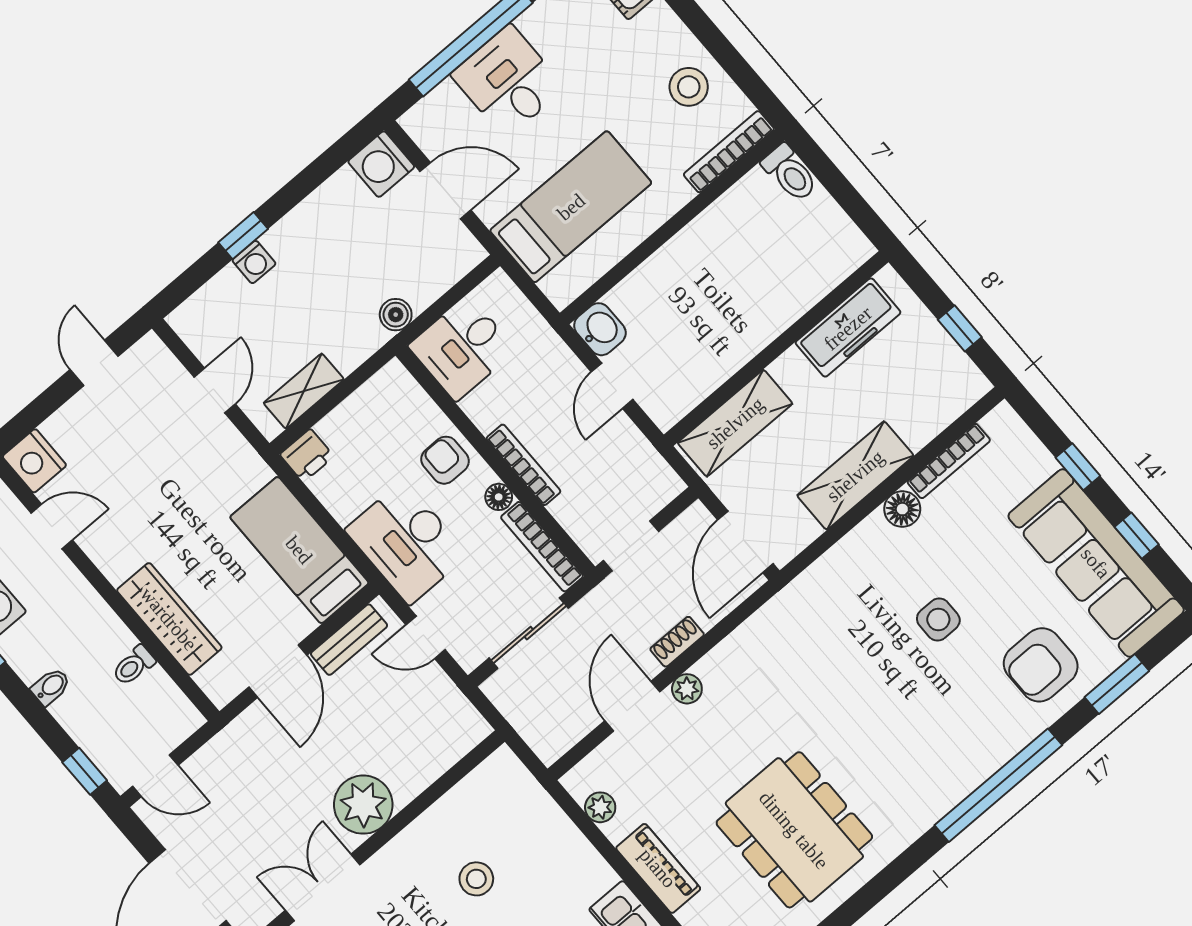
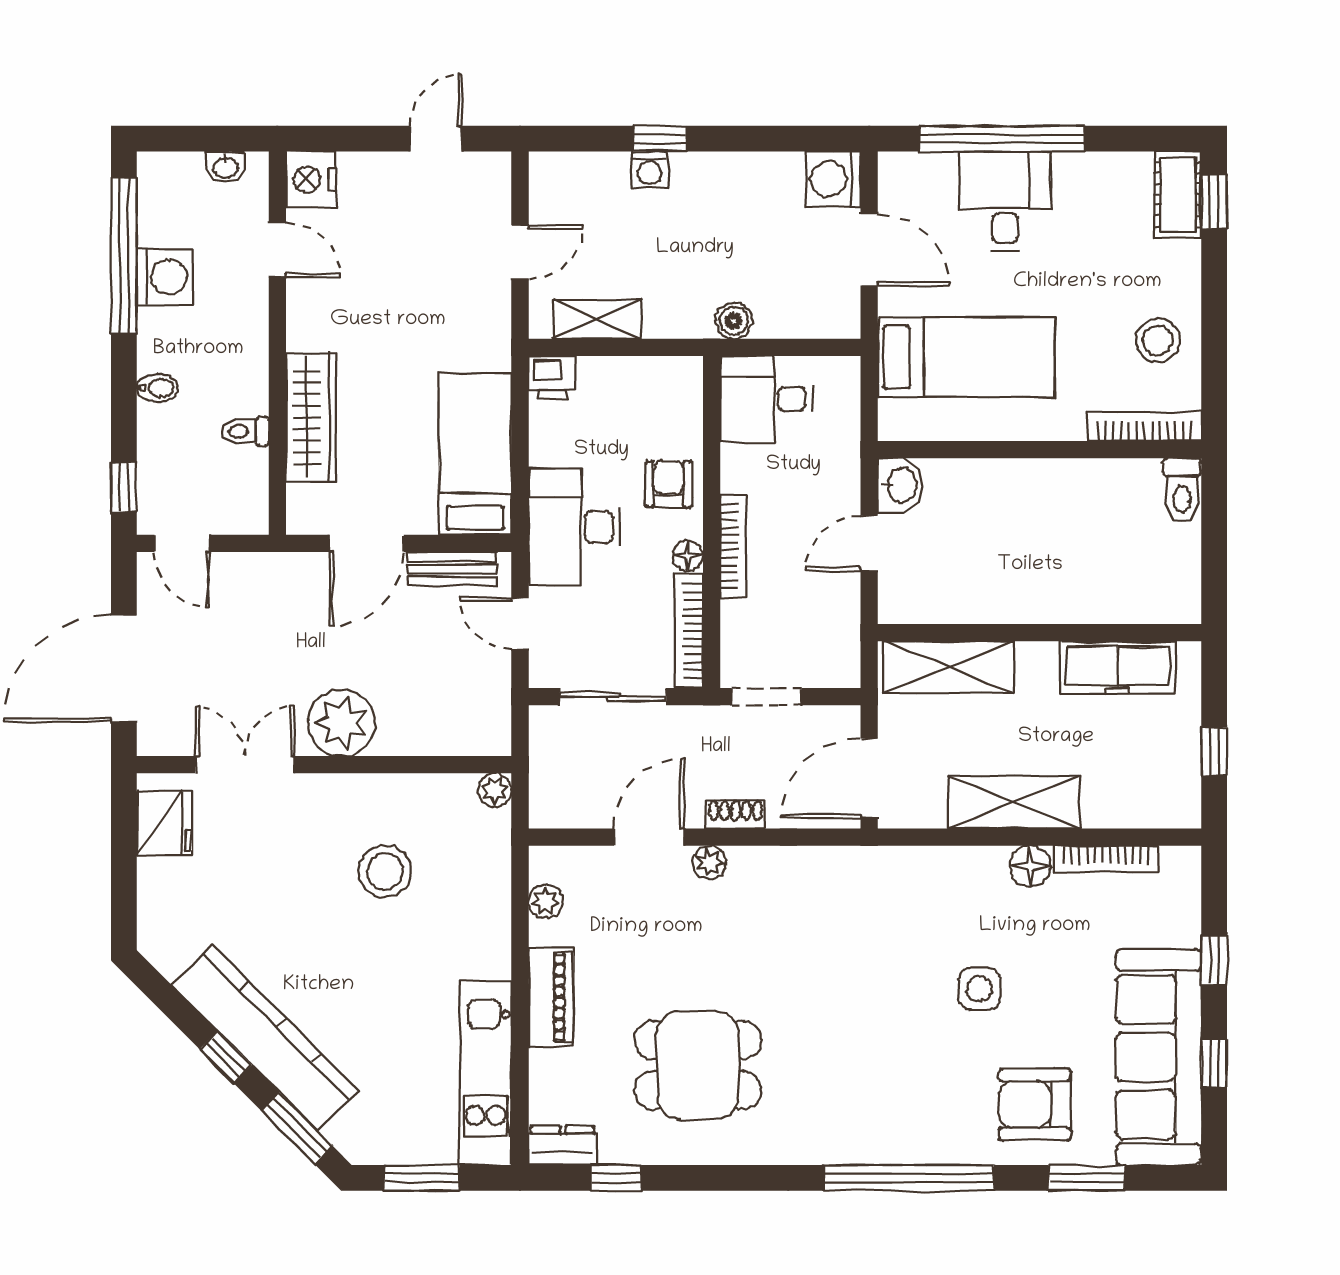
plant: (503, 762) -> (495, 790), added
dining table: (794, 830) -> (698, 1065), width x0.73
stool: (476, 879) -> (385, 871), width x1.38, depth x1.38

